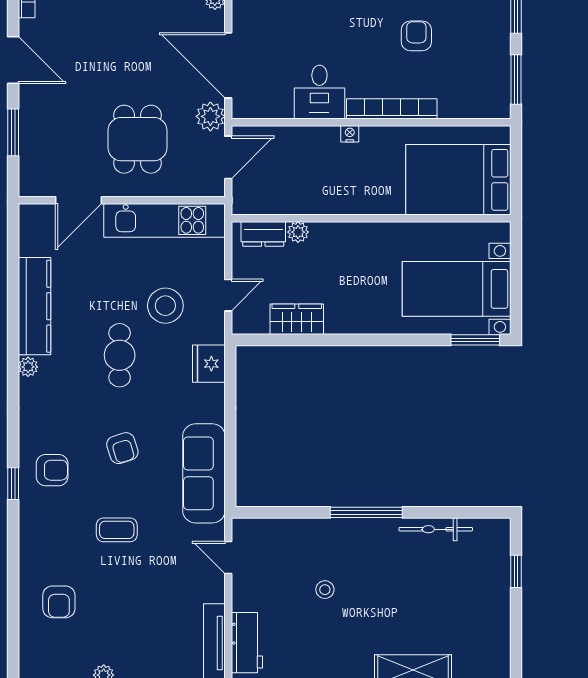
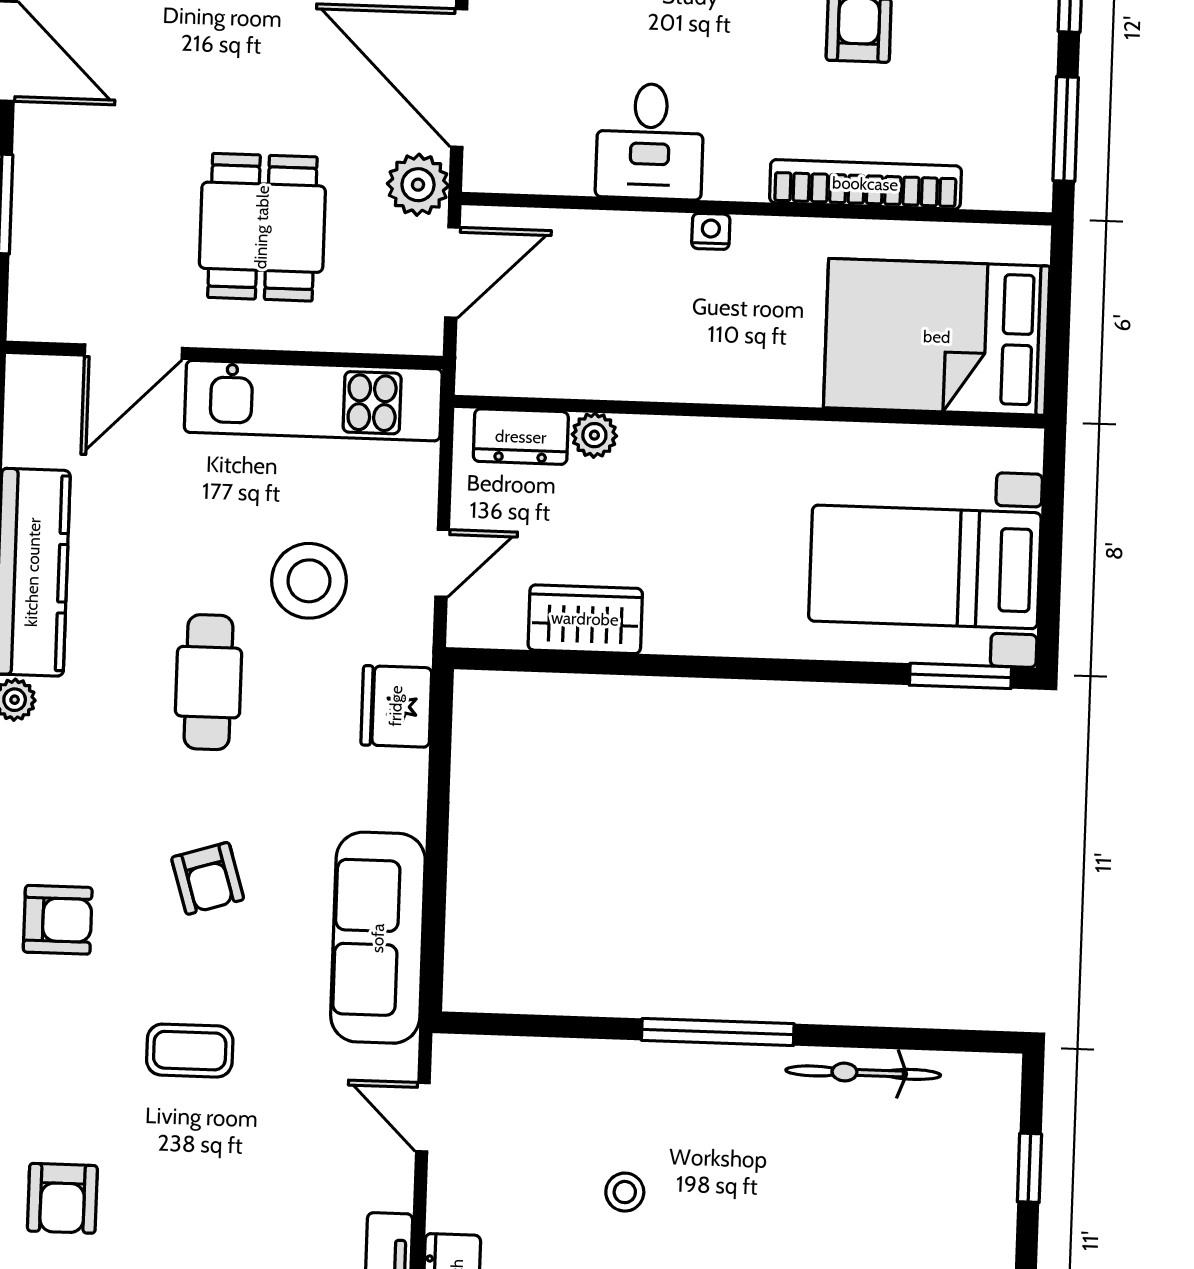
bookcase: (392, 109) -> (865, 184), moved

